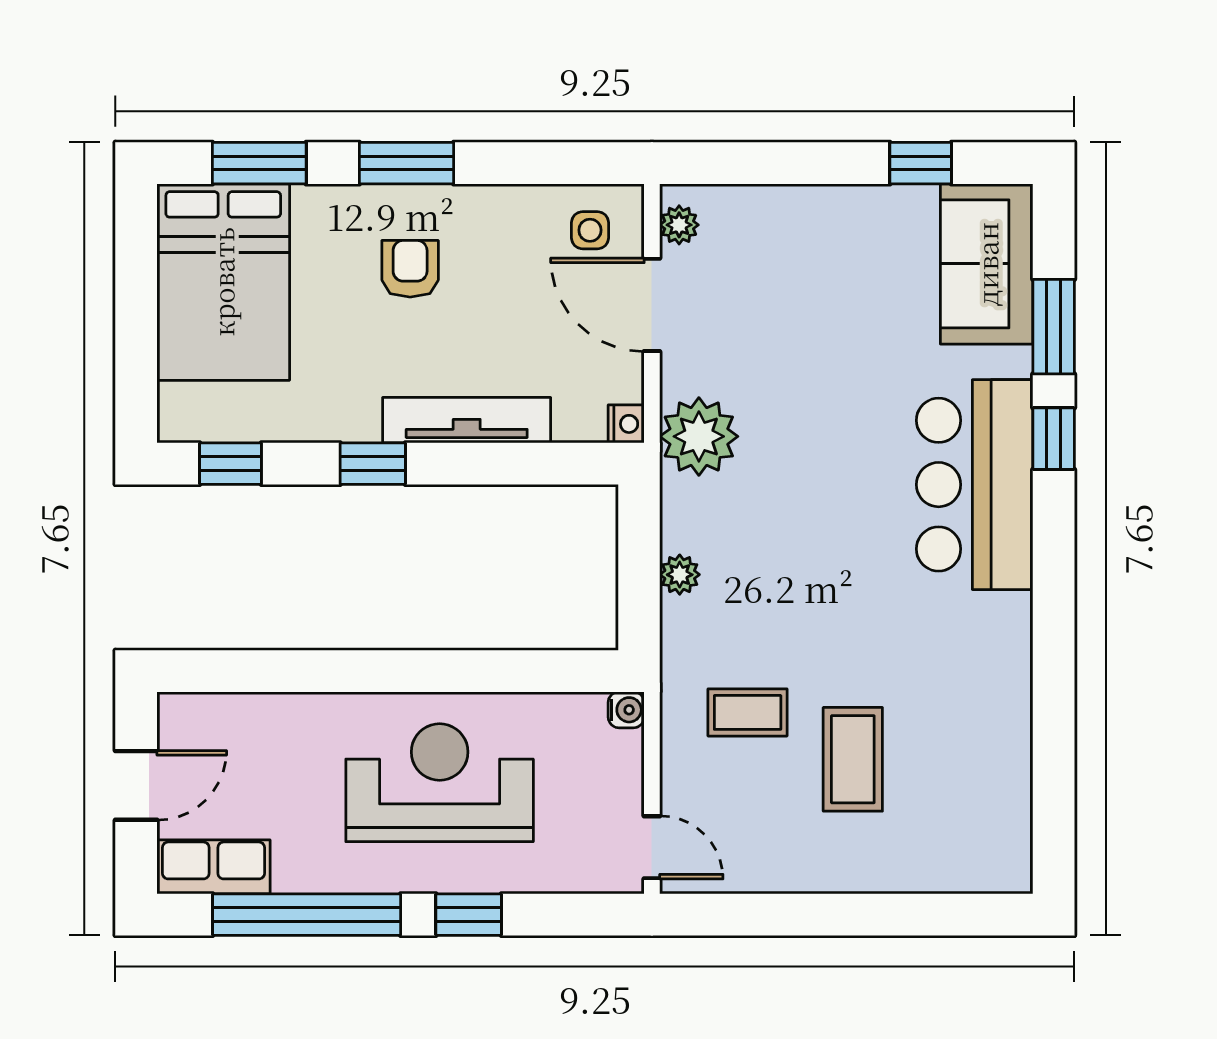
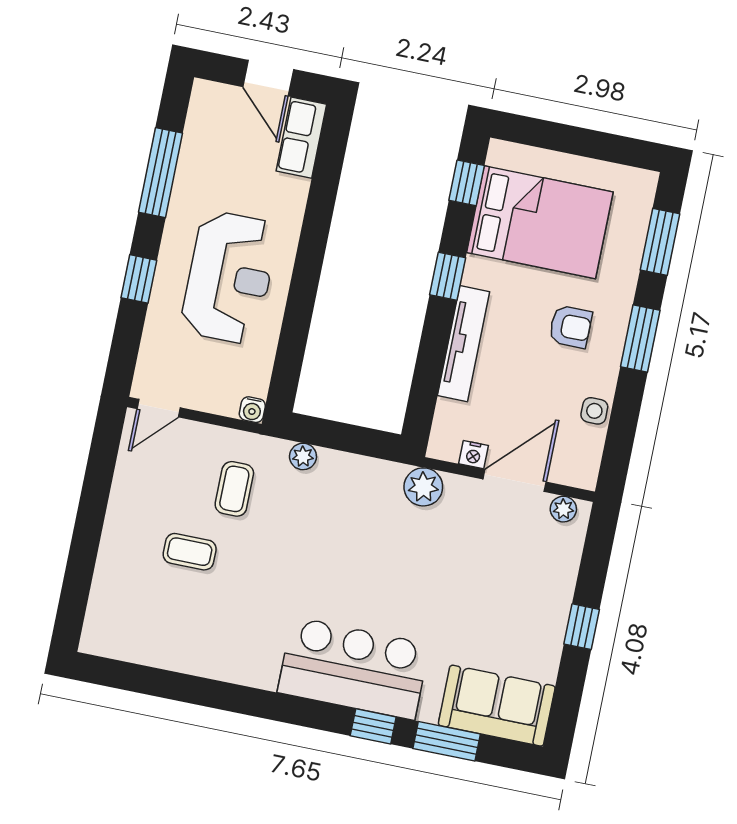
window: (921, 163) -> (582, 627), moved
side table: (590, 230) -> (594, 411), moved
bed: (223, 282) -> (540, 222), moved, turned 180
nightstand: (626, 424) -> (473, 455), moved
plant: (699, 436) -> (423, 487), width x0.73, depth x0.73
plant: (680, 575) -> (303, 456), moved
coffee table: (853, 759) -> (190, 552), width x0.73, depth x0.77
row of seats: (214, 867) -> (301, 138), moved, turned 180
window: (307, 915) -> (161, 173), width x0.68

